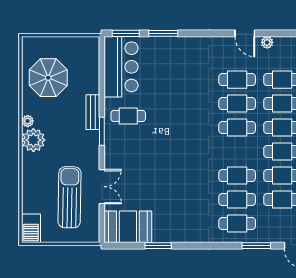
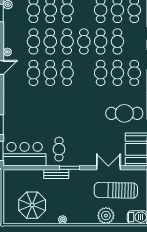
plant: (33, 140) -> (106, 216), moved
cafe table: (179, 209) -> (124, 113), added

